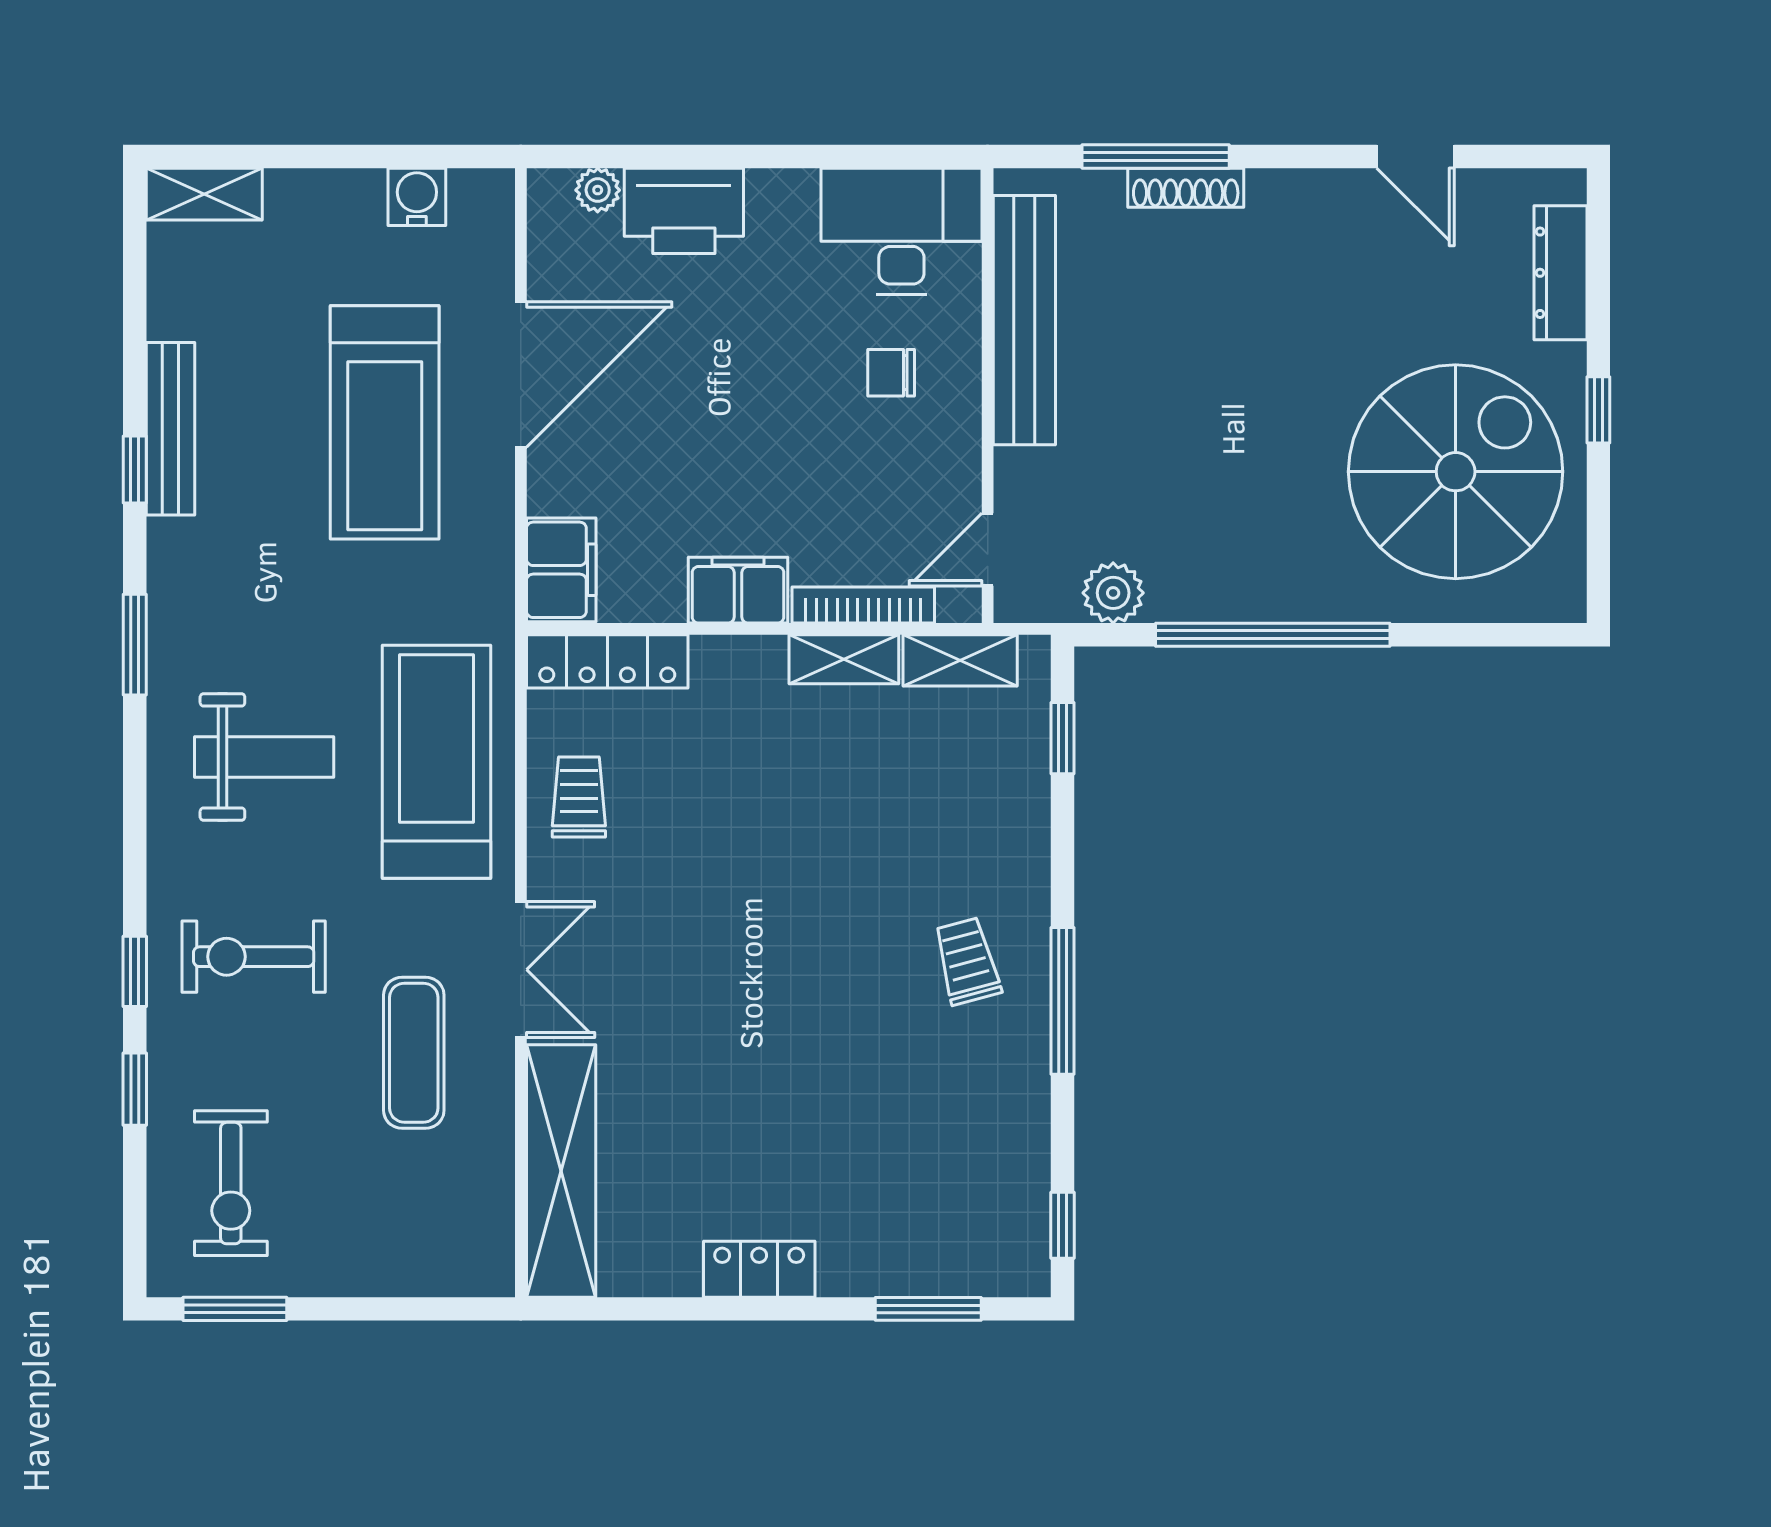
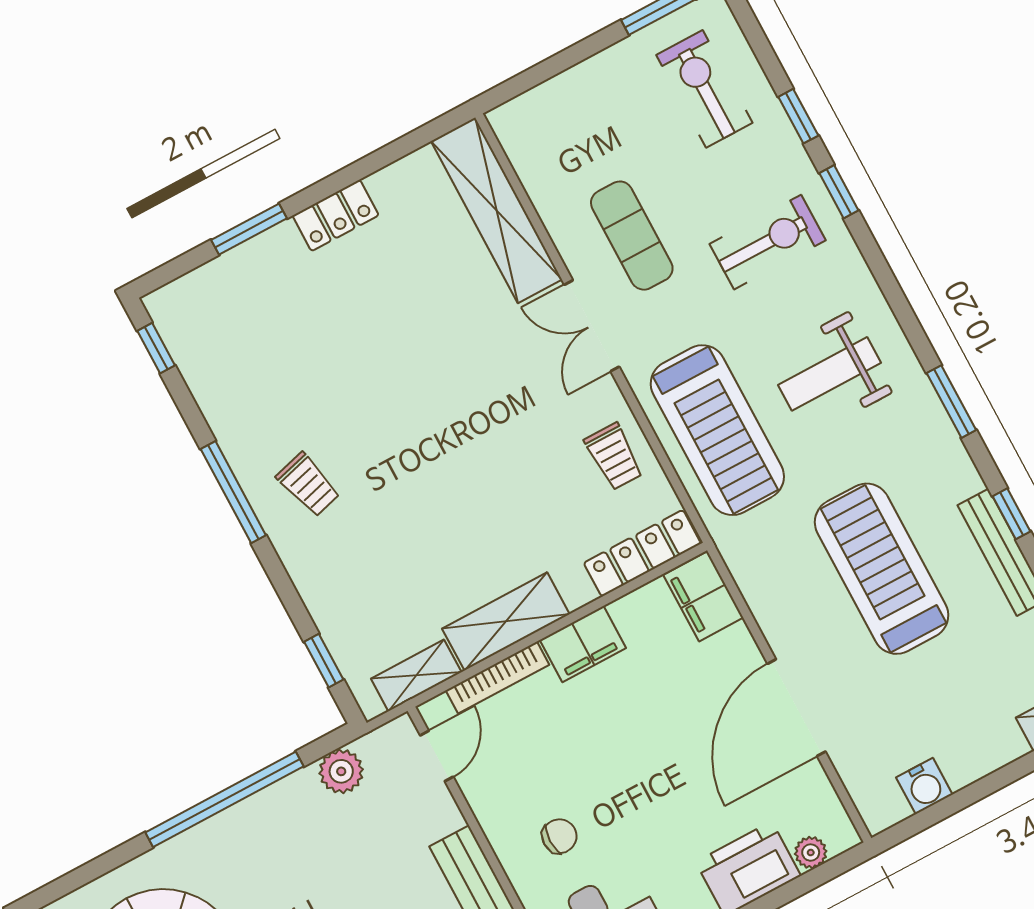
treadmill: (385, 422) -> (882, 569), moved
shelving: (844, 659) -> (506, 621), width x1.50, depth x1.33
window: (928, 1309) -> (249, 229), moved

